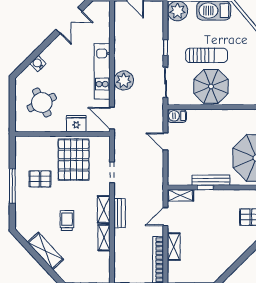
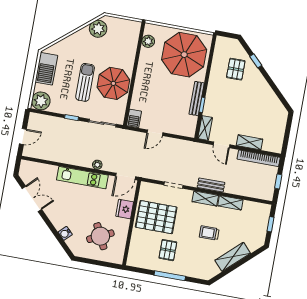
plant: (124, 80) -> (97, 165), width x0.53, depth x0.53

